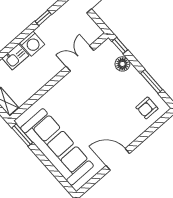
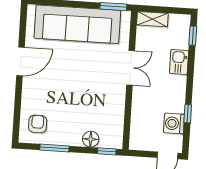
washing machine: (32, 44) -> (174, 123), moved
double door: (80, 58) -> (131, 68), moved

